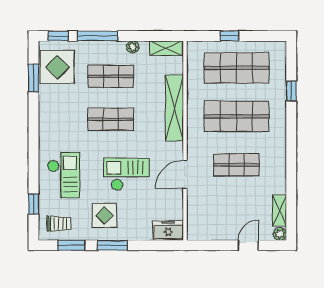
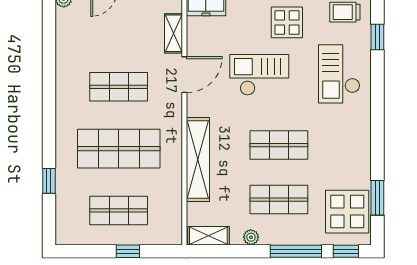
shop shelf: (237, 68) -> (119, 210), width x0.70, depth x0.74
checkout: (126, 174) -> (259, 75), turned 180
shelving: (279, 210) -> (173, 33), moved

